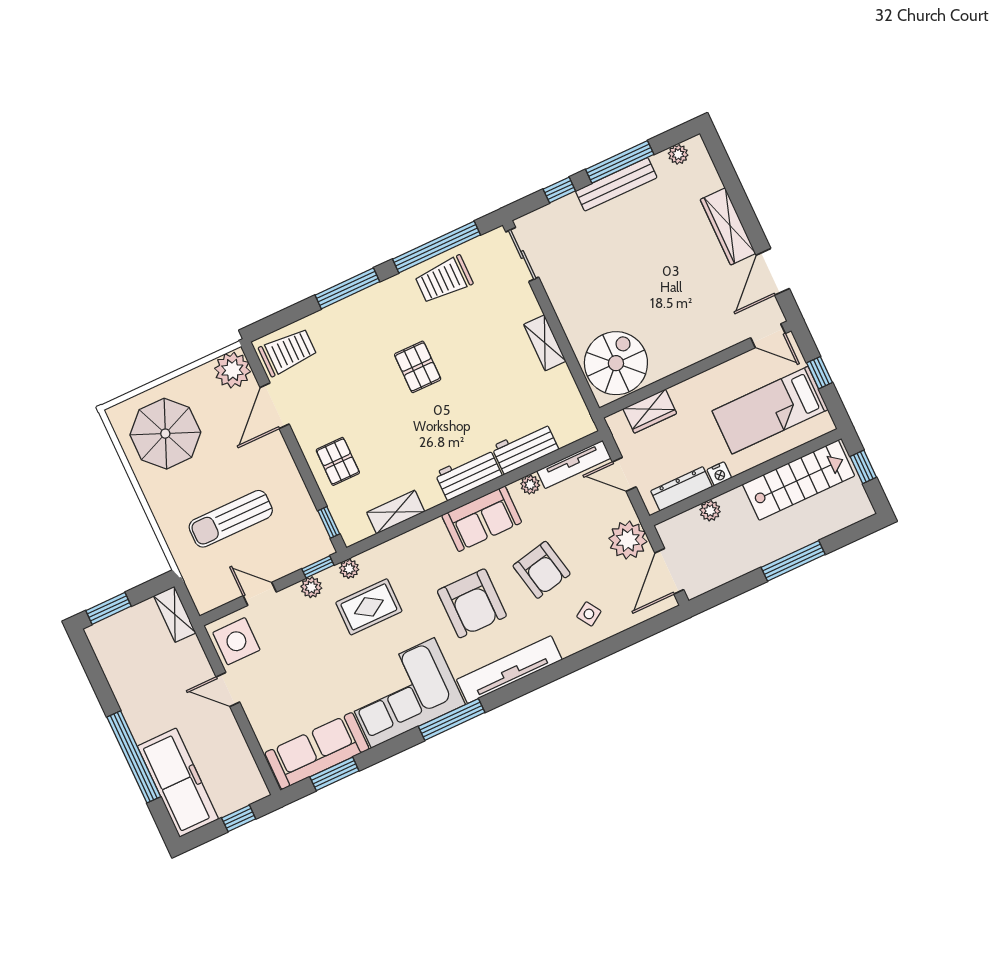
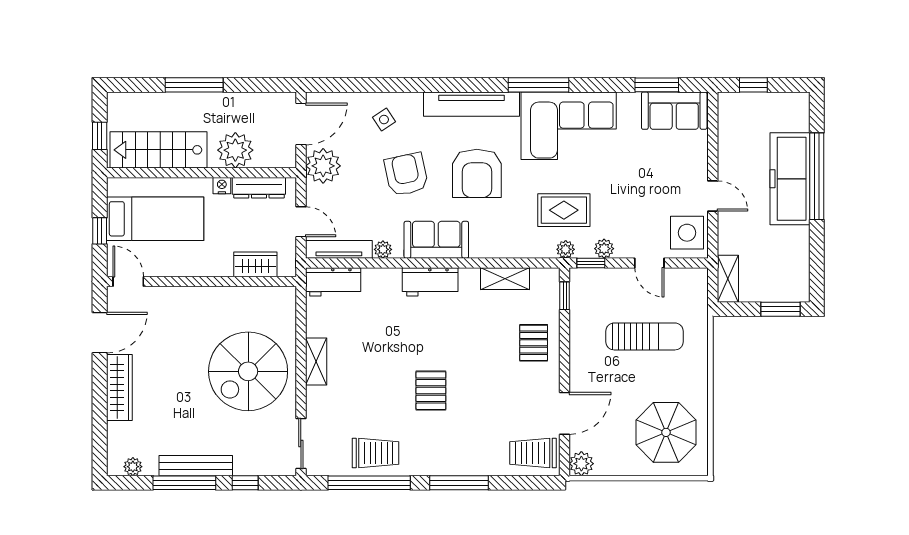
spiral stairs: (616, 363) -> (248, 371), moved, width x1.37, depth x1.37
plant: (232, 370) -> (581, 464), width x0.73, depth x0.73
workbench: (525, 448) -> (333, 282), moved
plant: (710, 511) -> (235, 150), width x1.87, depth x1.87
armchair: (472, 603) -> (477, 173), turned 180
sofa: (317, 751) -> (674, 111), width x0.73
freezer: (178, 783) -> (790, 179), moved

